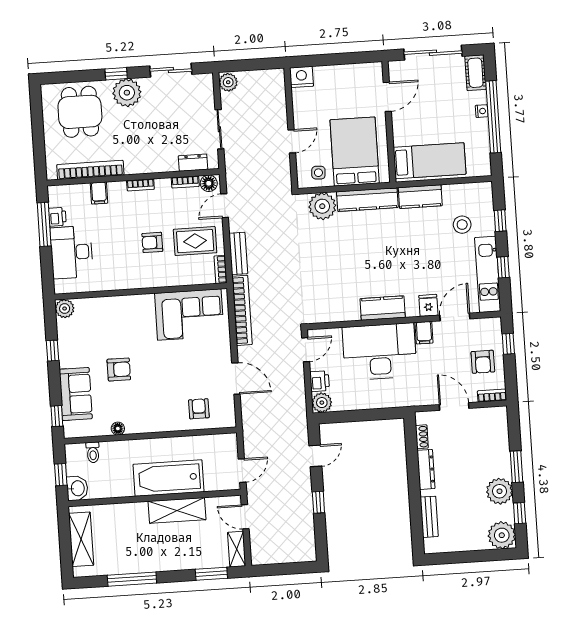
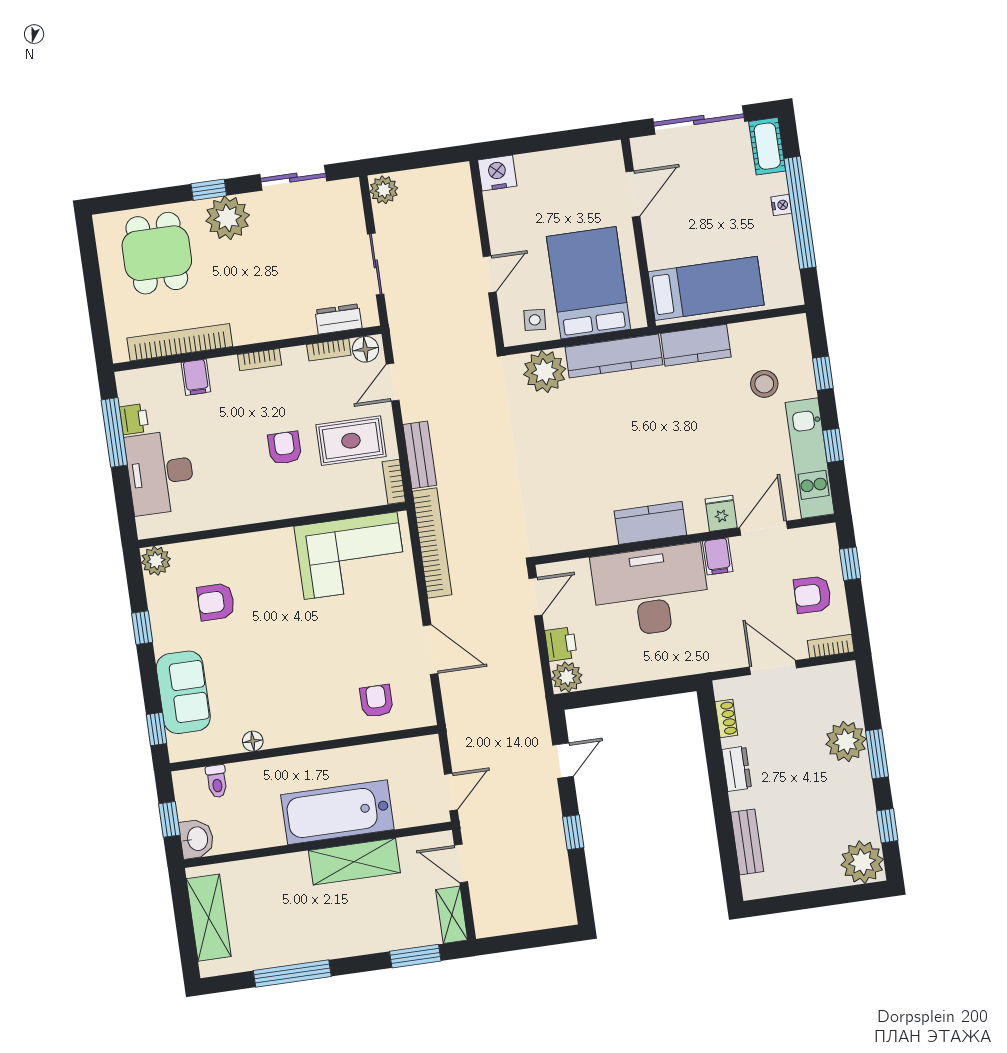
armchair: (152, 242) -> (285, 448), turned 90
armchair: (483, 362) -> (812, 595), turned 91
armchair: (119, 369) -> (216, 602), moved, turned 180
dresser: (426, 469) -> (737, 769), width x0.70
plant: (499, 491) -> (846, 741), moved

